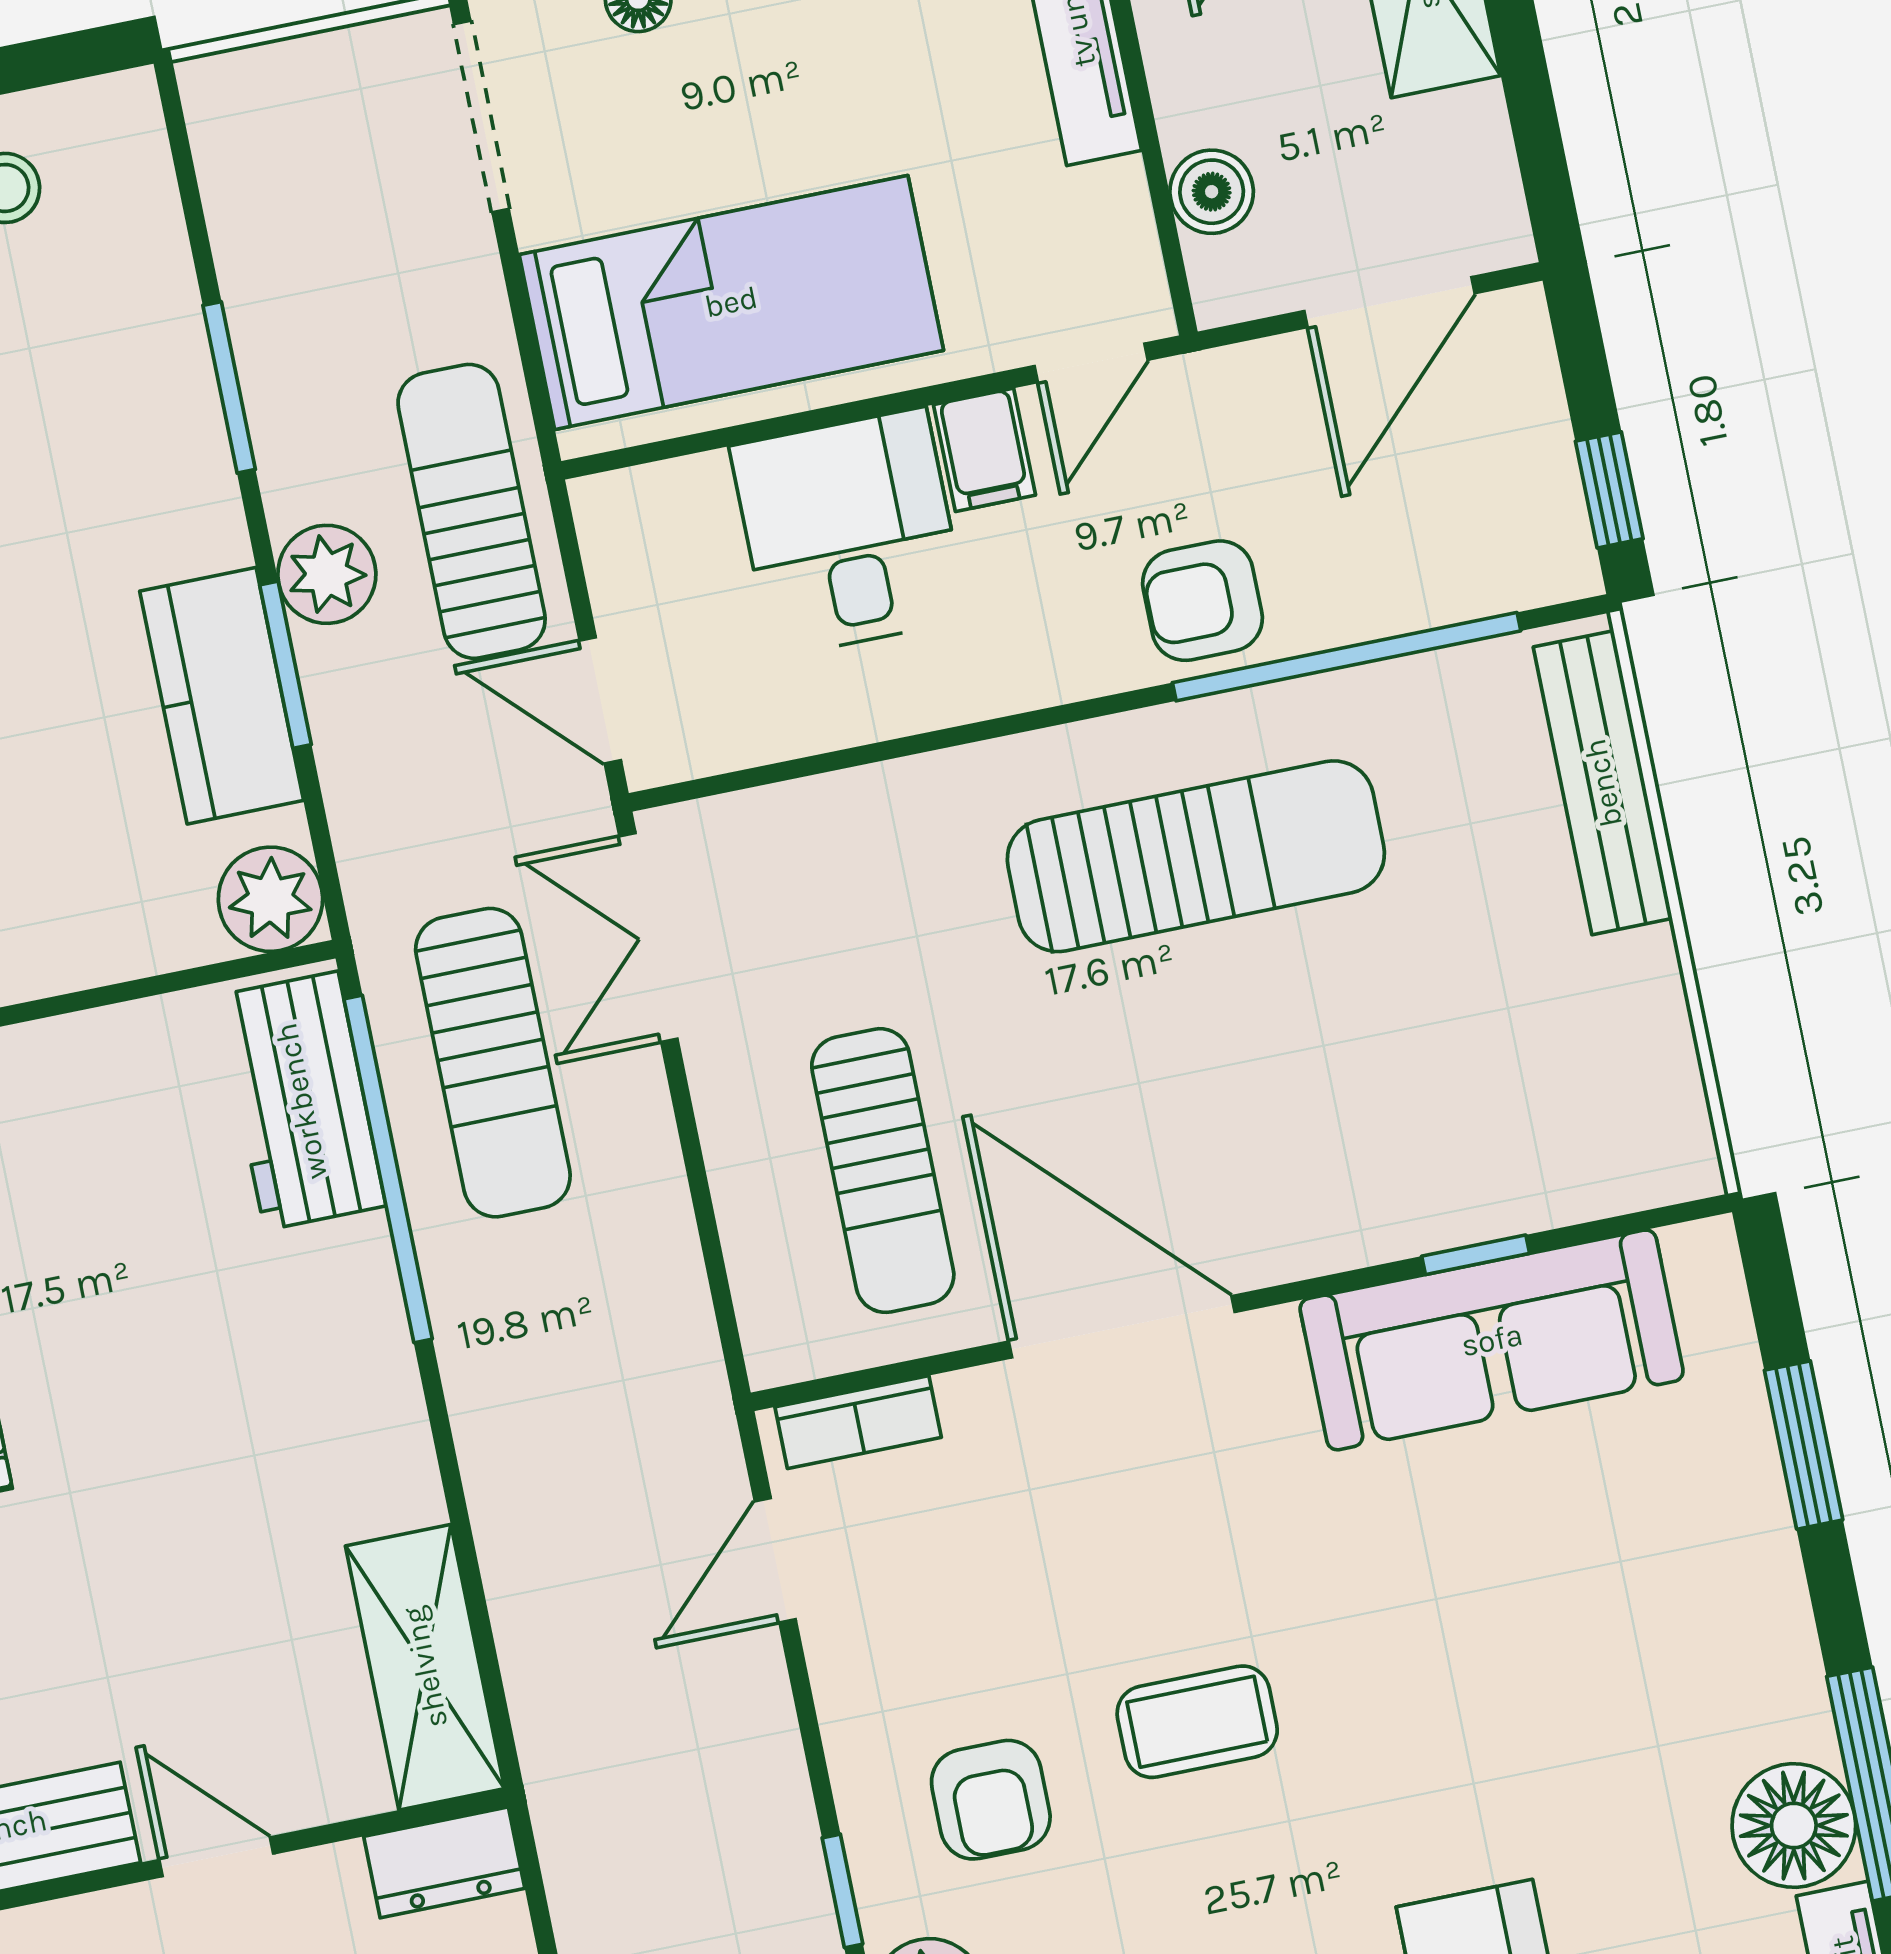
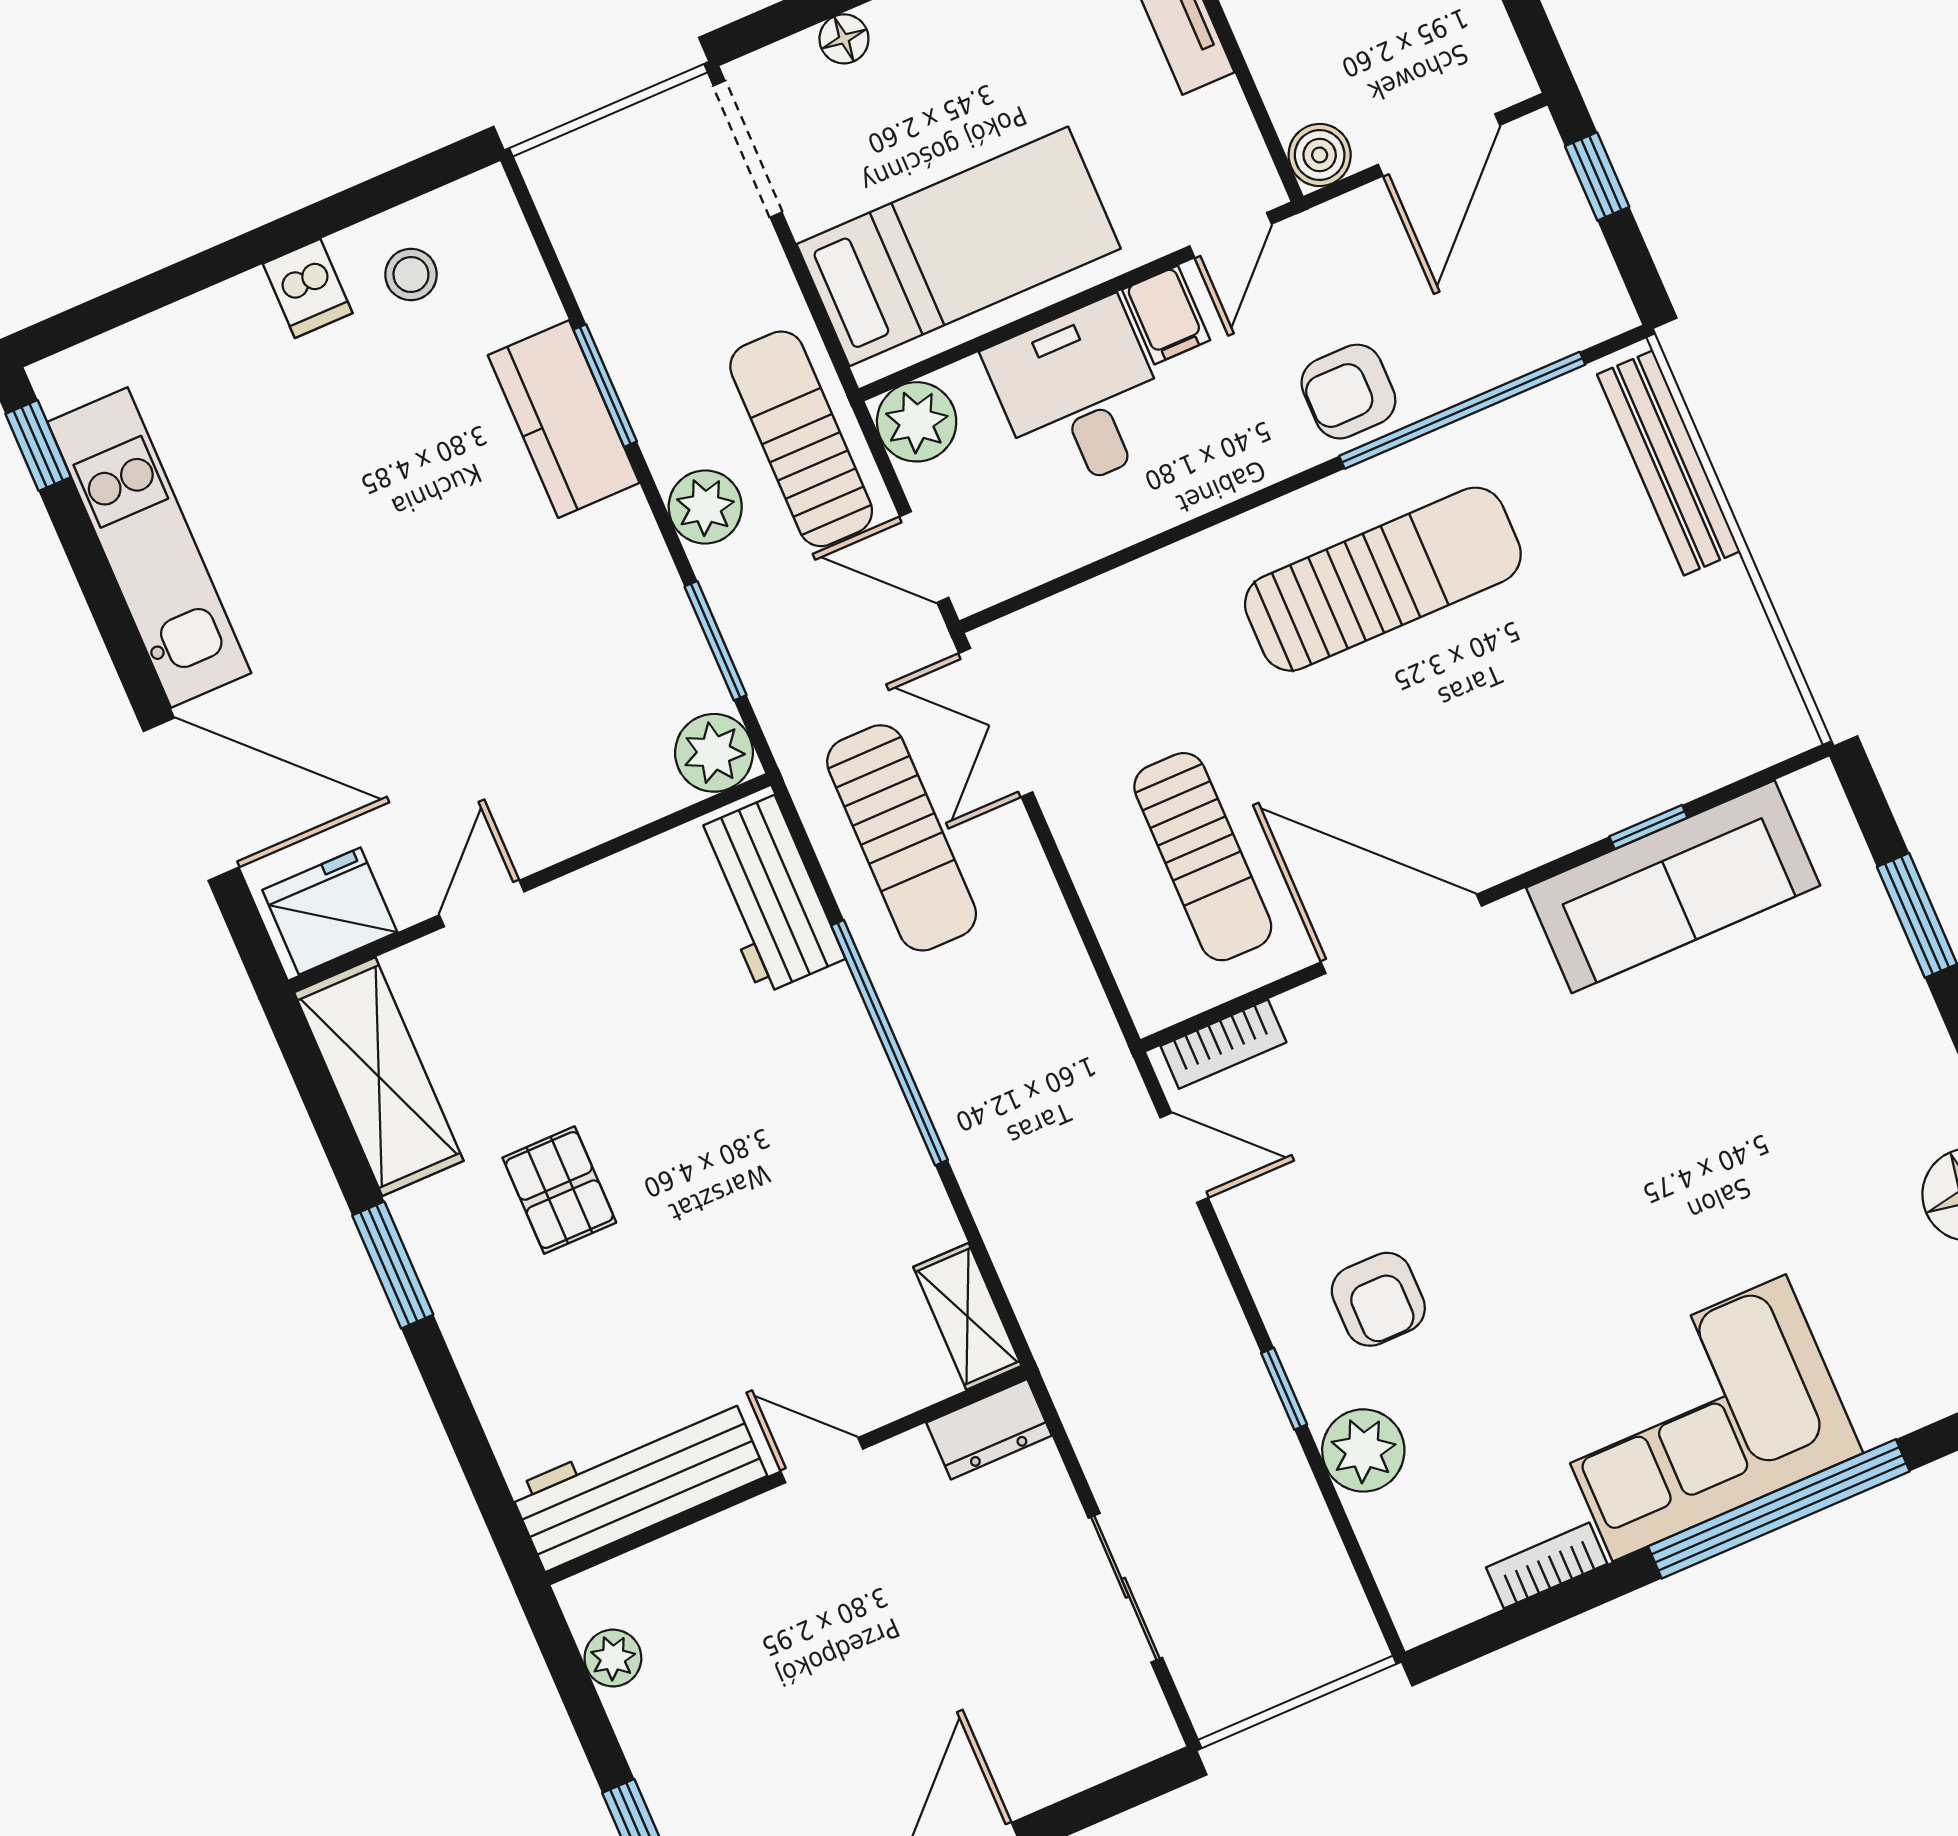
boiler: (1212, 192) -> (1320, 155), moved
window: (1609, 490) -> (1597, 176), moved
plant: (628, 521) -> (917, 422), added
window: (286, 665) -> (716, 641), moved
kitchen counter: (222, 696) -> (564, 419), moved
window: (388, 1169) -> (890, 1043), moved
door: (775, 1560) -> (1184, 1158), swing flipped
shelving: (425, 1667) -> (967, 1316), width x0.67, depth x0.75
coffee table: (1197, 1722) -> (1517, 1211), removed

